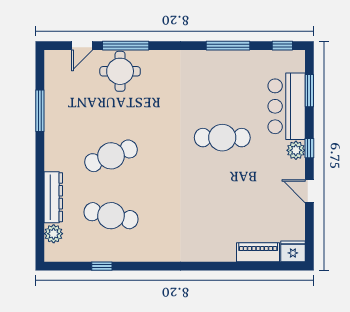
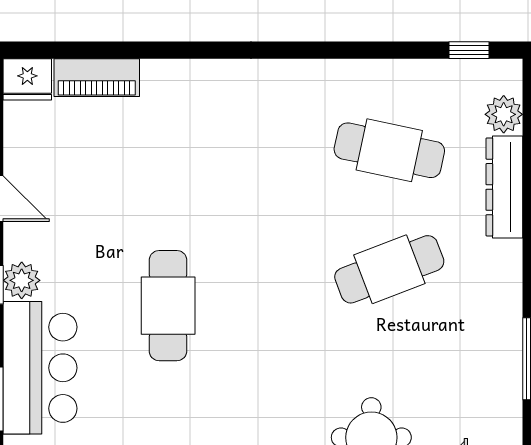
cafe table: (222, 138) -> (168, 306), turned 90
window: (102, 266) -> (469, 50), moved

